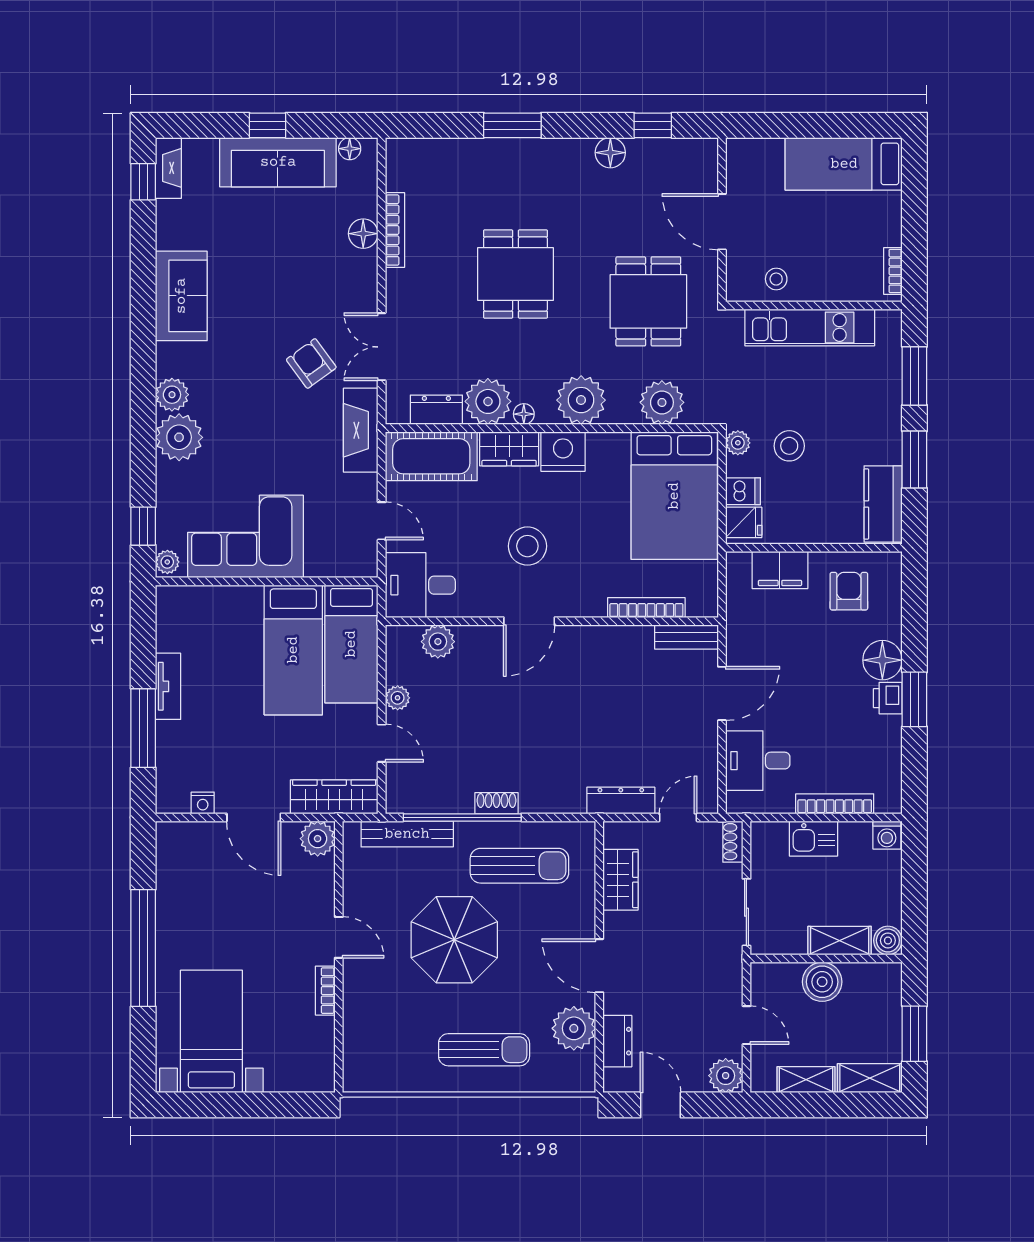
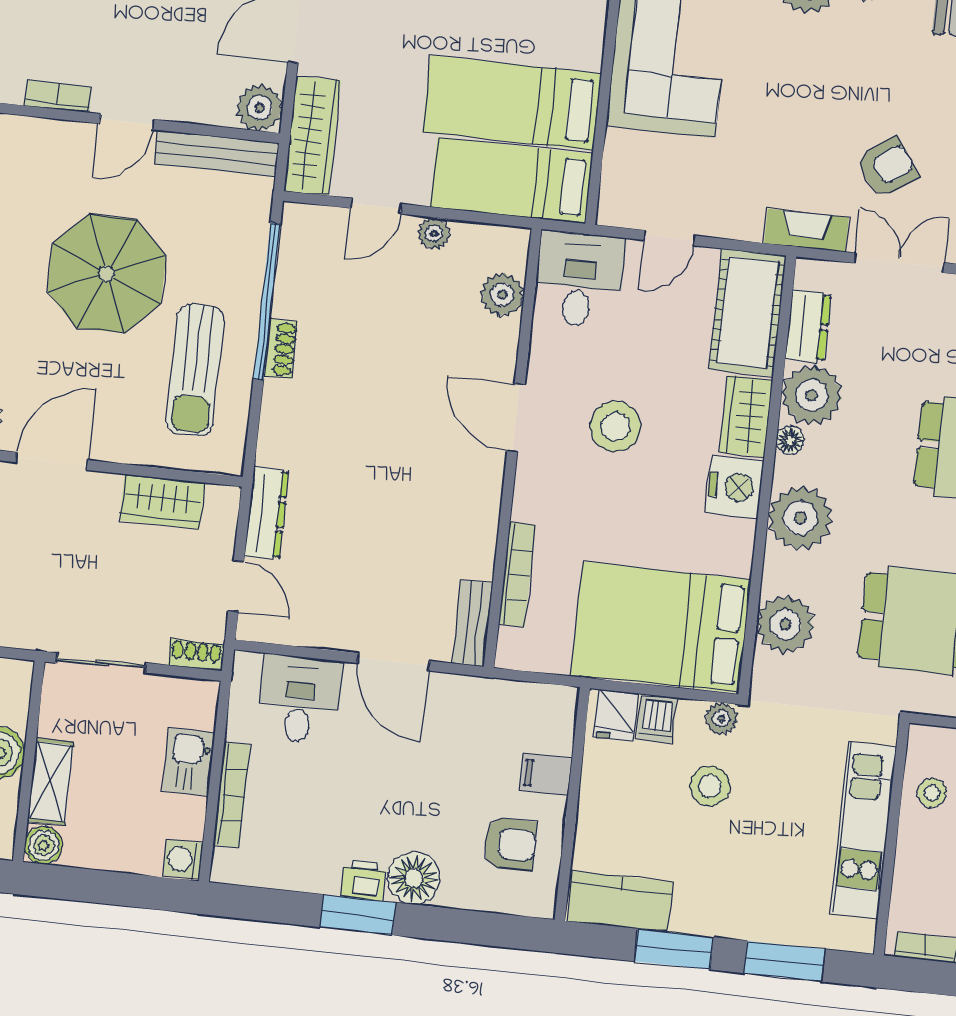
fireplace: (361, 430) -> (806, 230), width x0.73, depth x0.76
filing cabinet: (780, 570) -> (546, 774), width x0.50
bench: (407, 834) -> (217, 154), moved, turned 90

